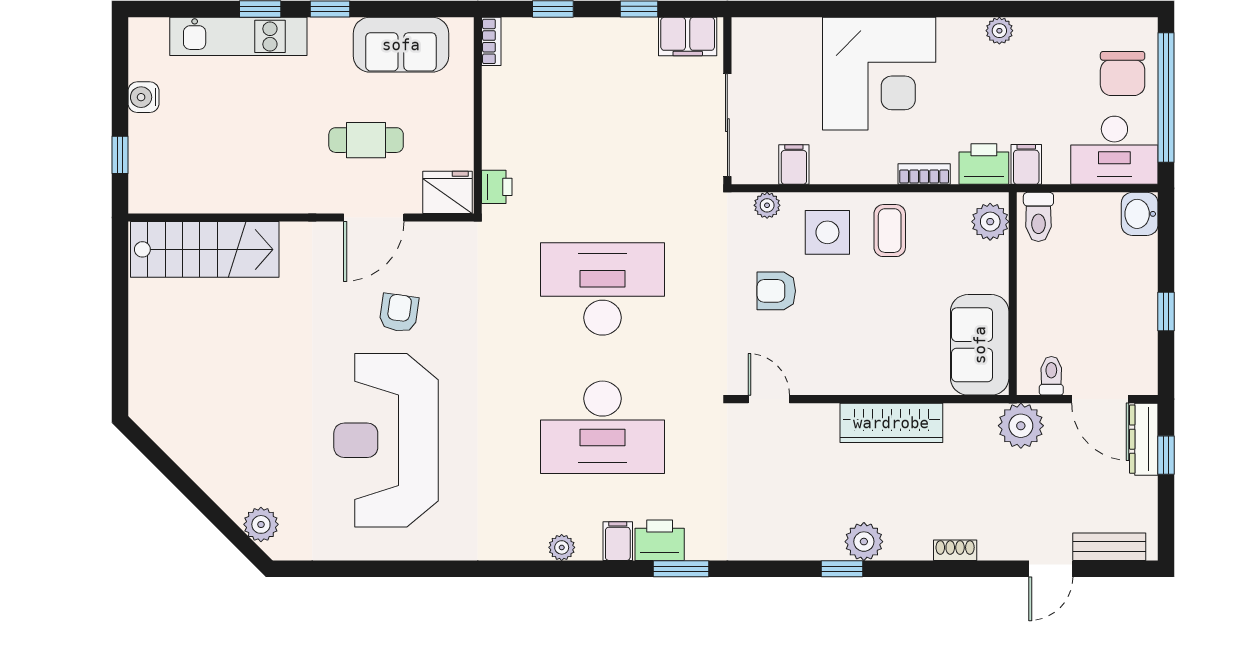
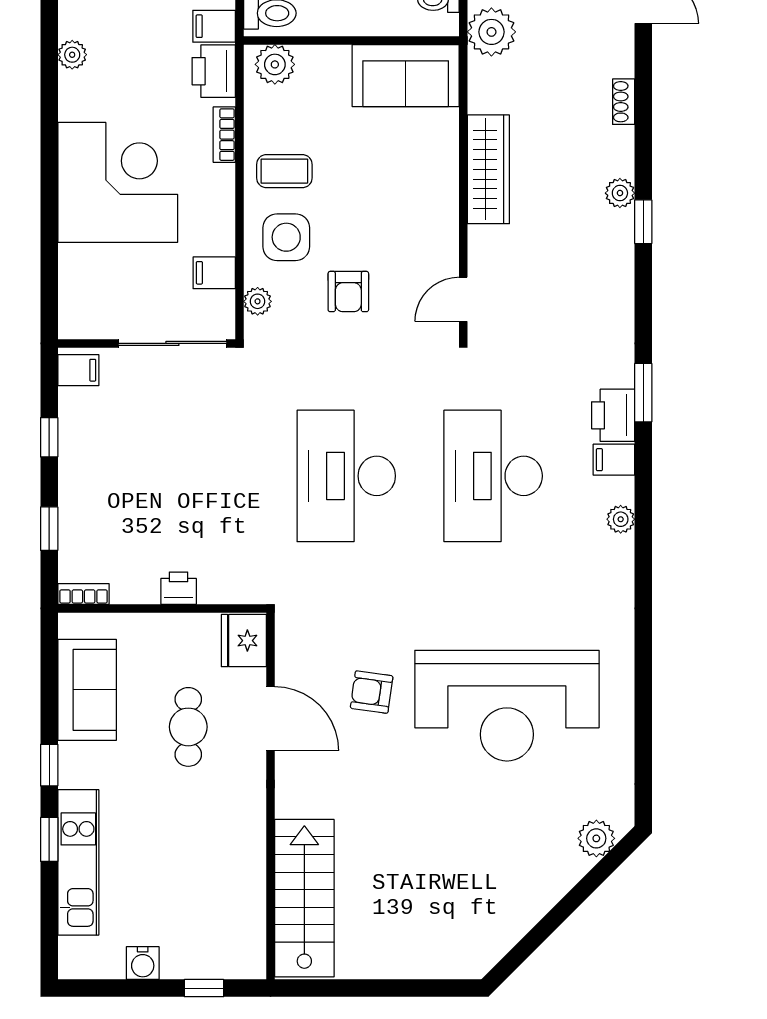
filing cabinet: (688, 37) -> (78, 370), width x0.50
printer: (497, 187) -> (179, 588), moved
desk: (603, 427) -> (493, 476), turned 180
plant: (864, 542) -> (620, 193), width x0.73, depth x0.73

